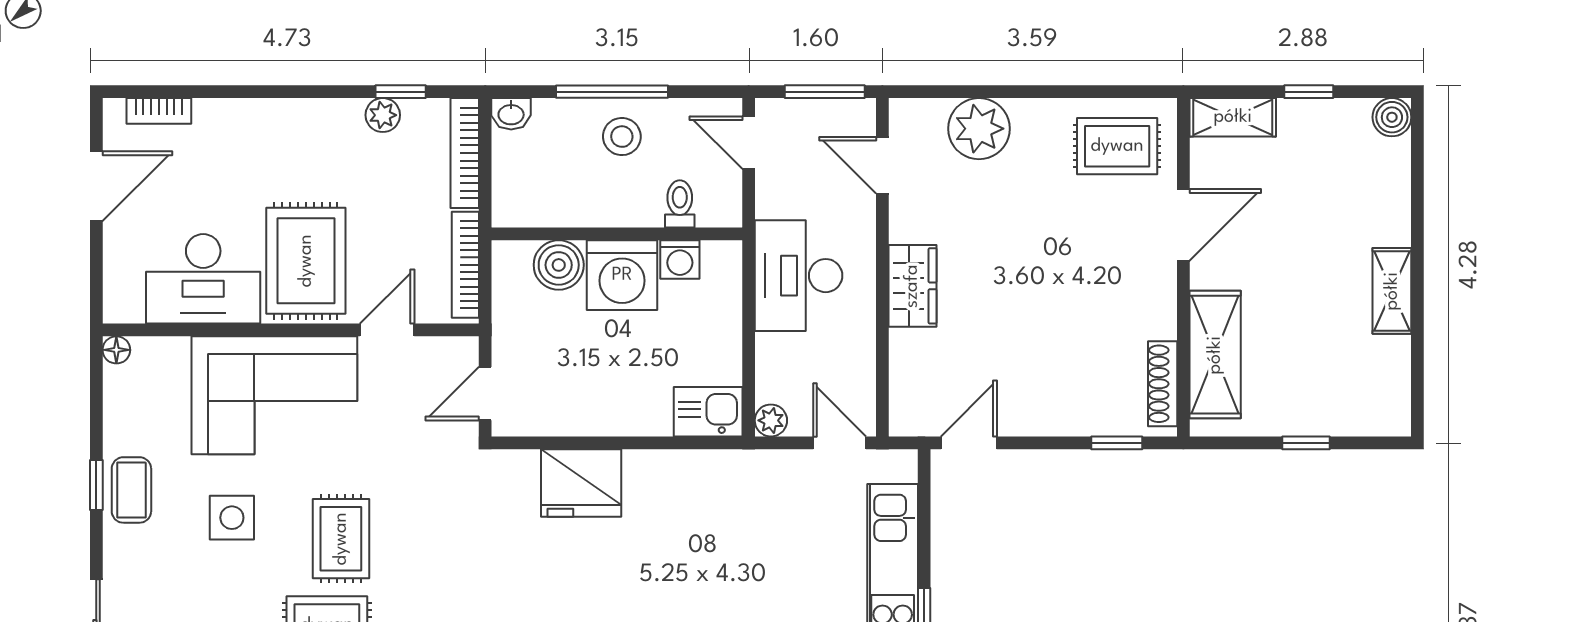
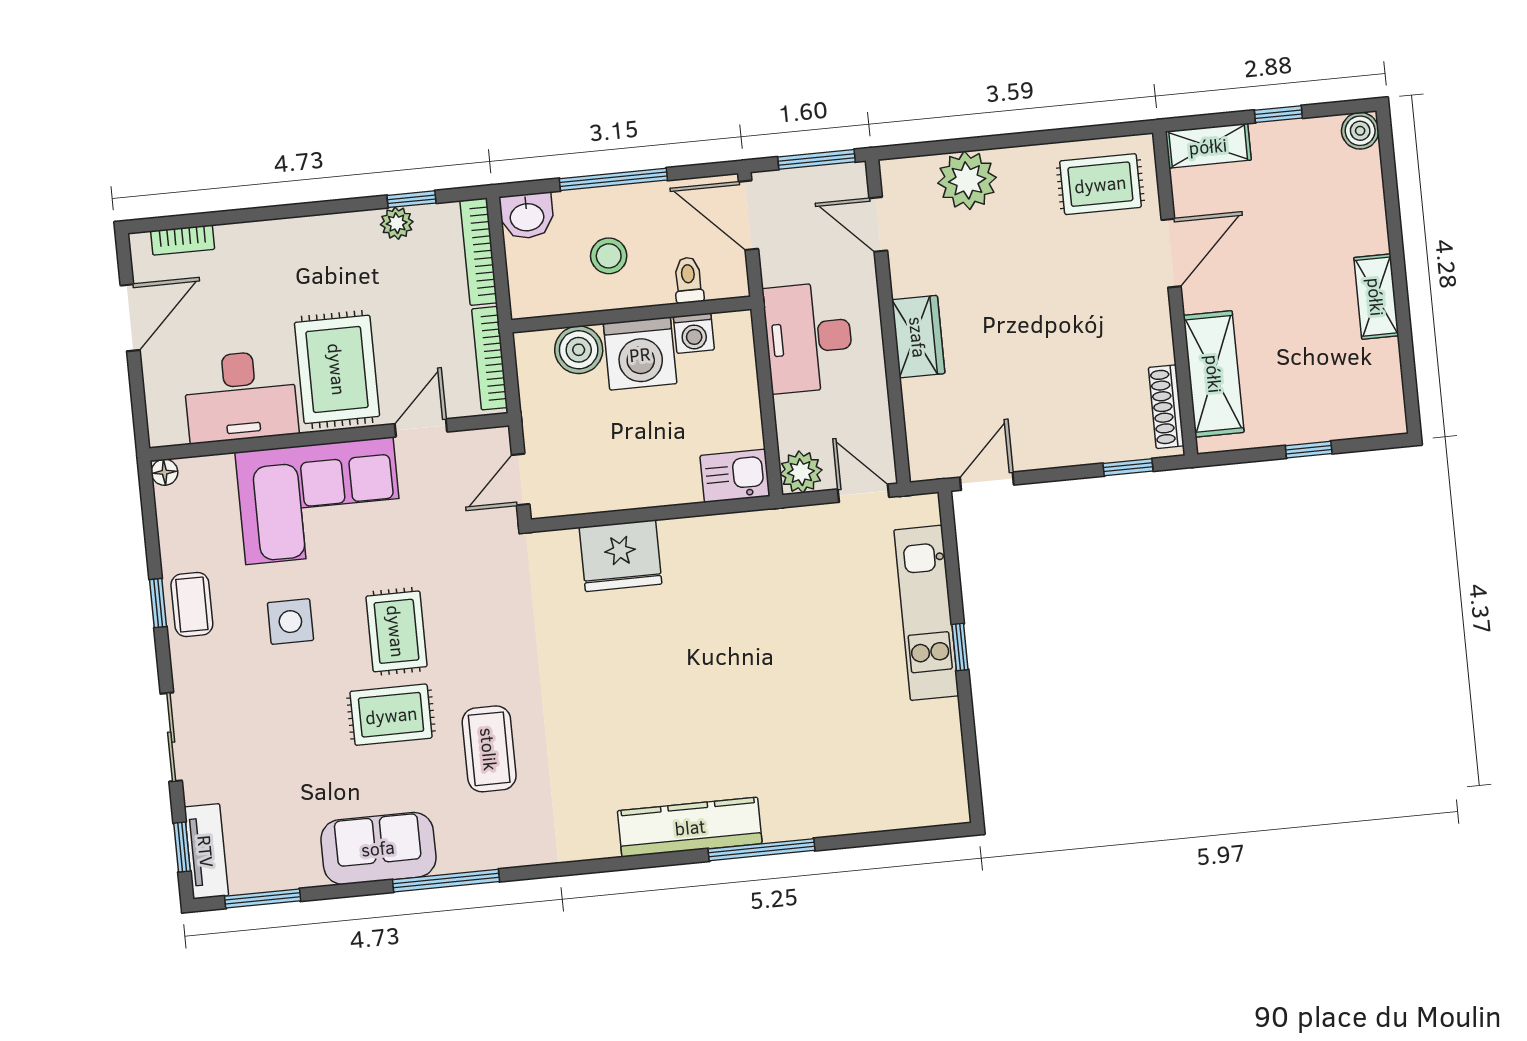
washbasin: (511, 114) -> (527, 216), width x1.38, depth x1.45
stool: (622, 137) -> (609, 256), moved
door: (749, 143) -> (748, 215), width x1.38
plant: (771, 420) -> (801, 472), width x1.38, depth x1.38

